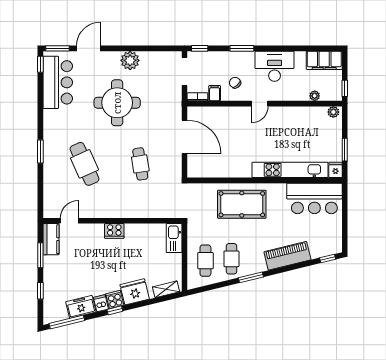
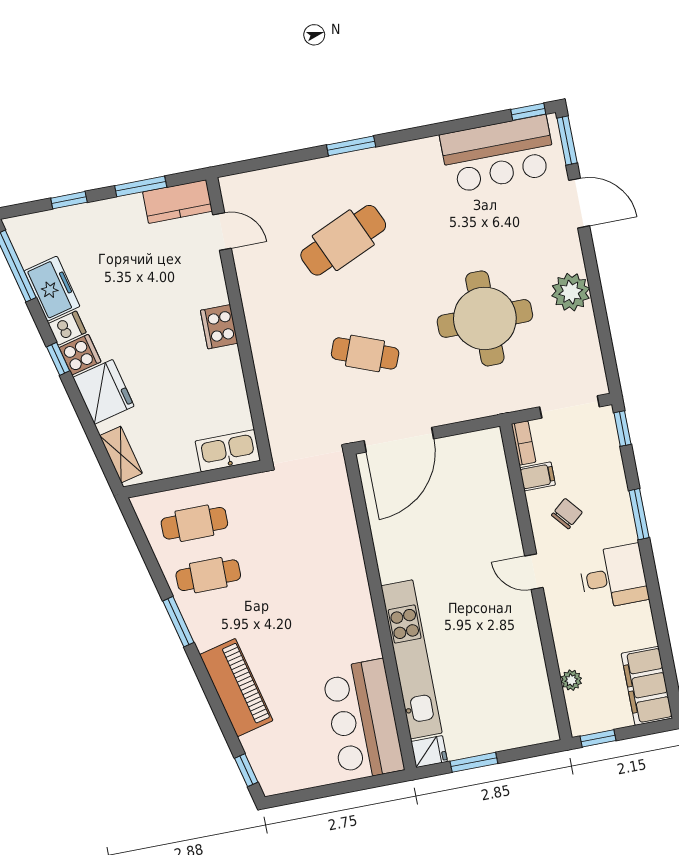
desk: (275, 66) -> (613, 577), width x0.73
round table: (117, 103) -> (485, 318), moved
plant: (333, 112) -> (546, 725), removed
door: (184, 137) -> (399, 440), moved
cafe table: (140, 164) -> (365, 353), turned 30
pool table: (242, 204) -> (323, 575), removed

